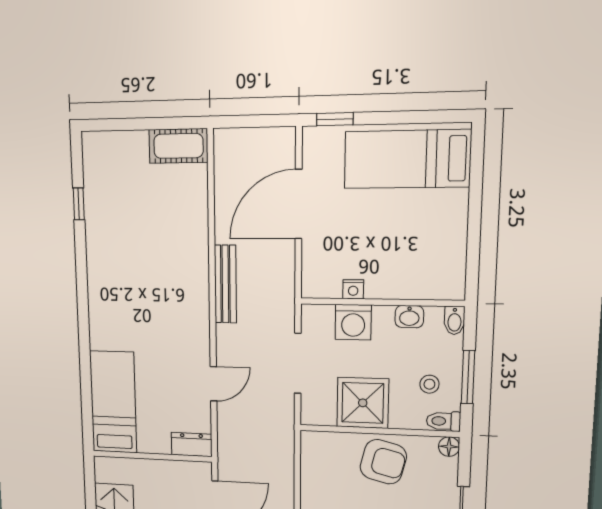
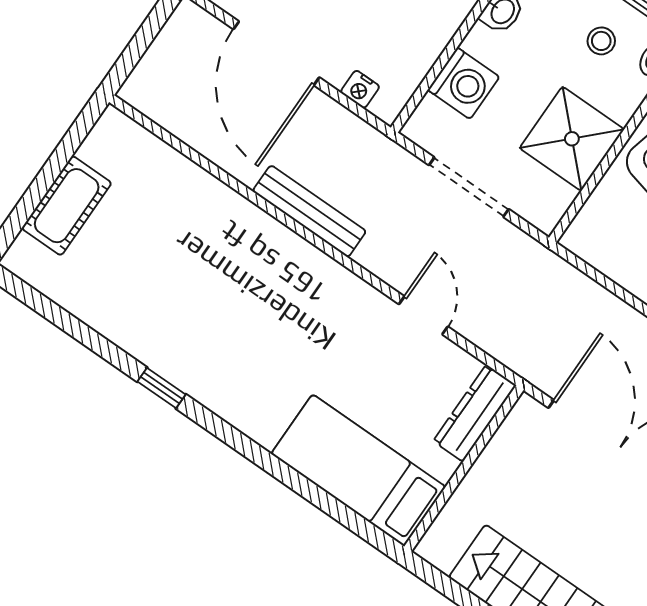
cot: (178, 146) -> (67, 206), moved
window: (79, 204) -> (161, 388), moved
nightstand: (353, 289) -> (360, 89), moved, turned 90
dresser: (192, 444) -> (475, 413), width x1.44

